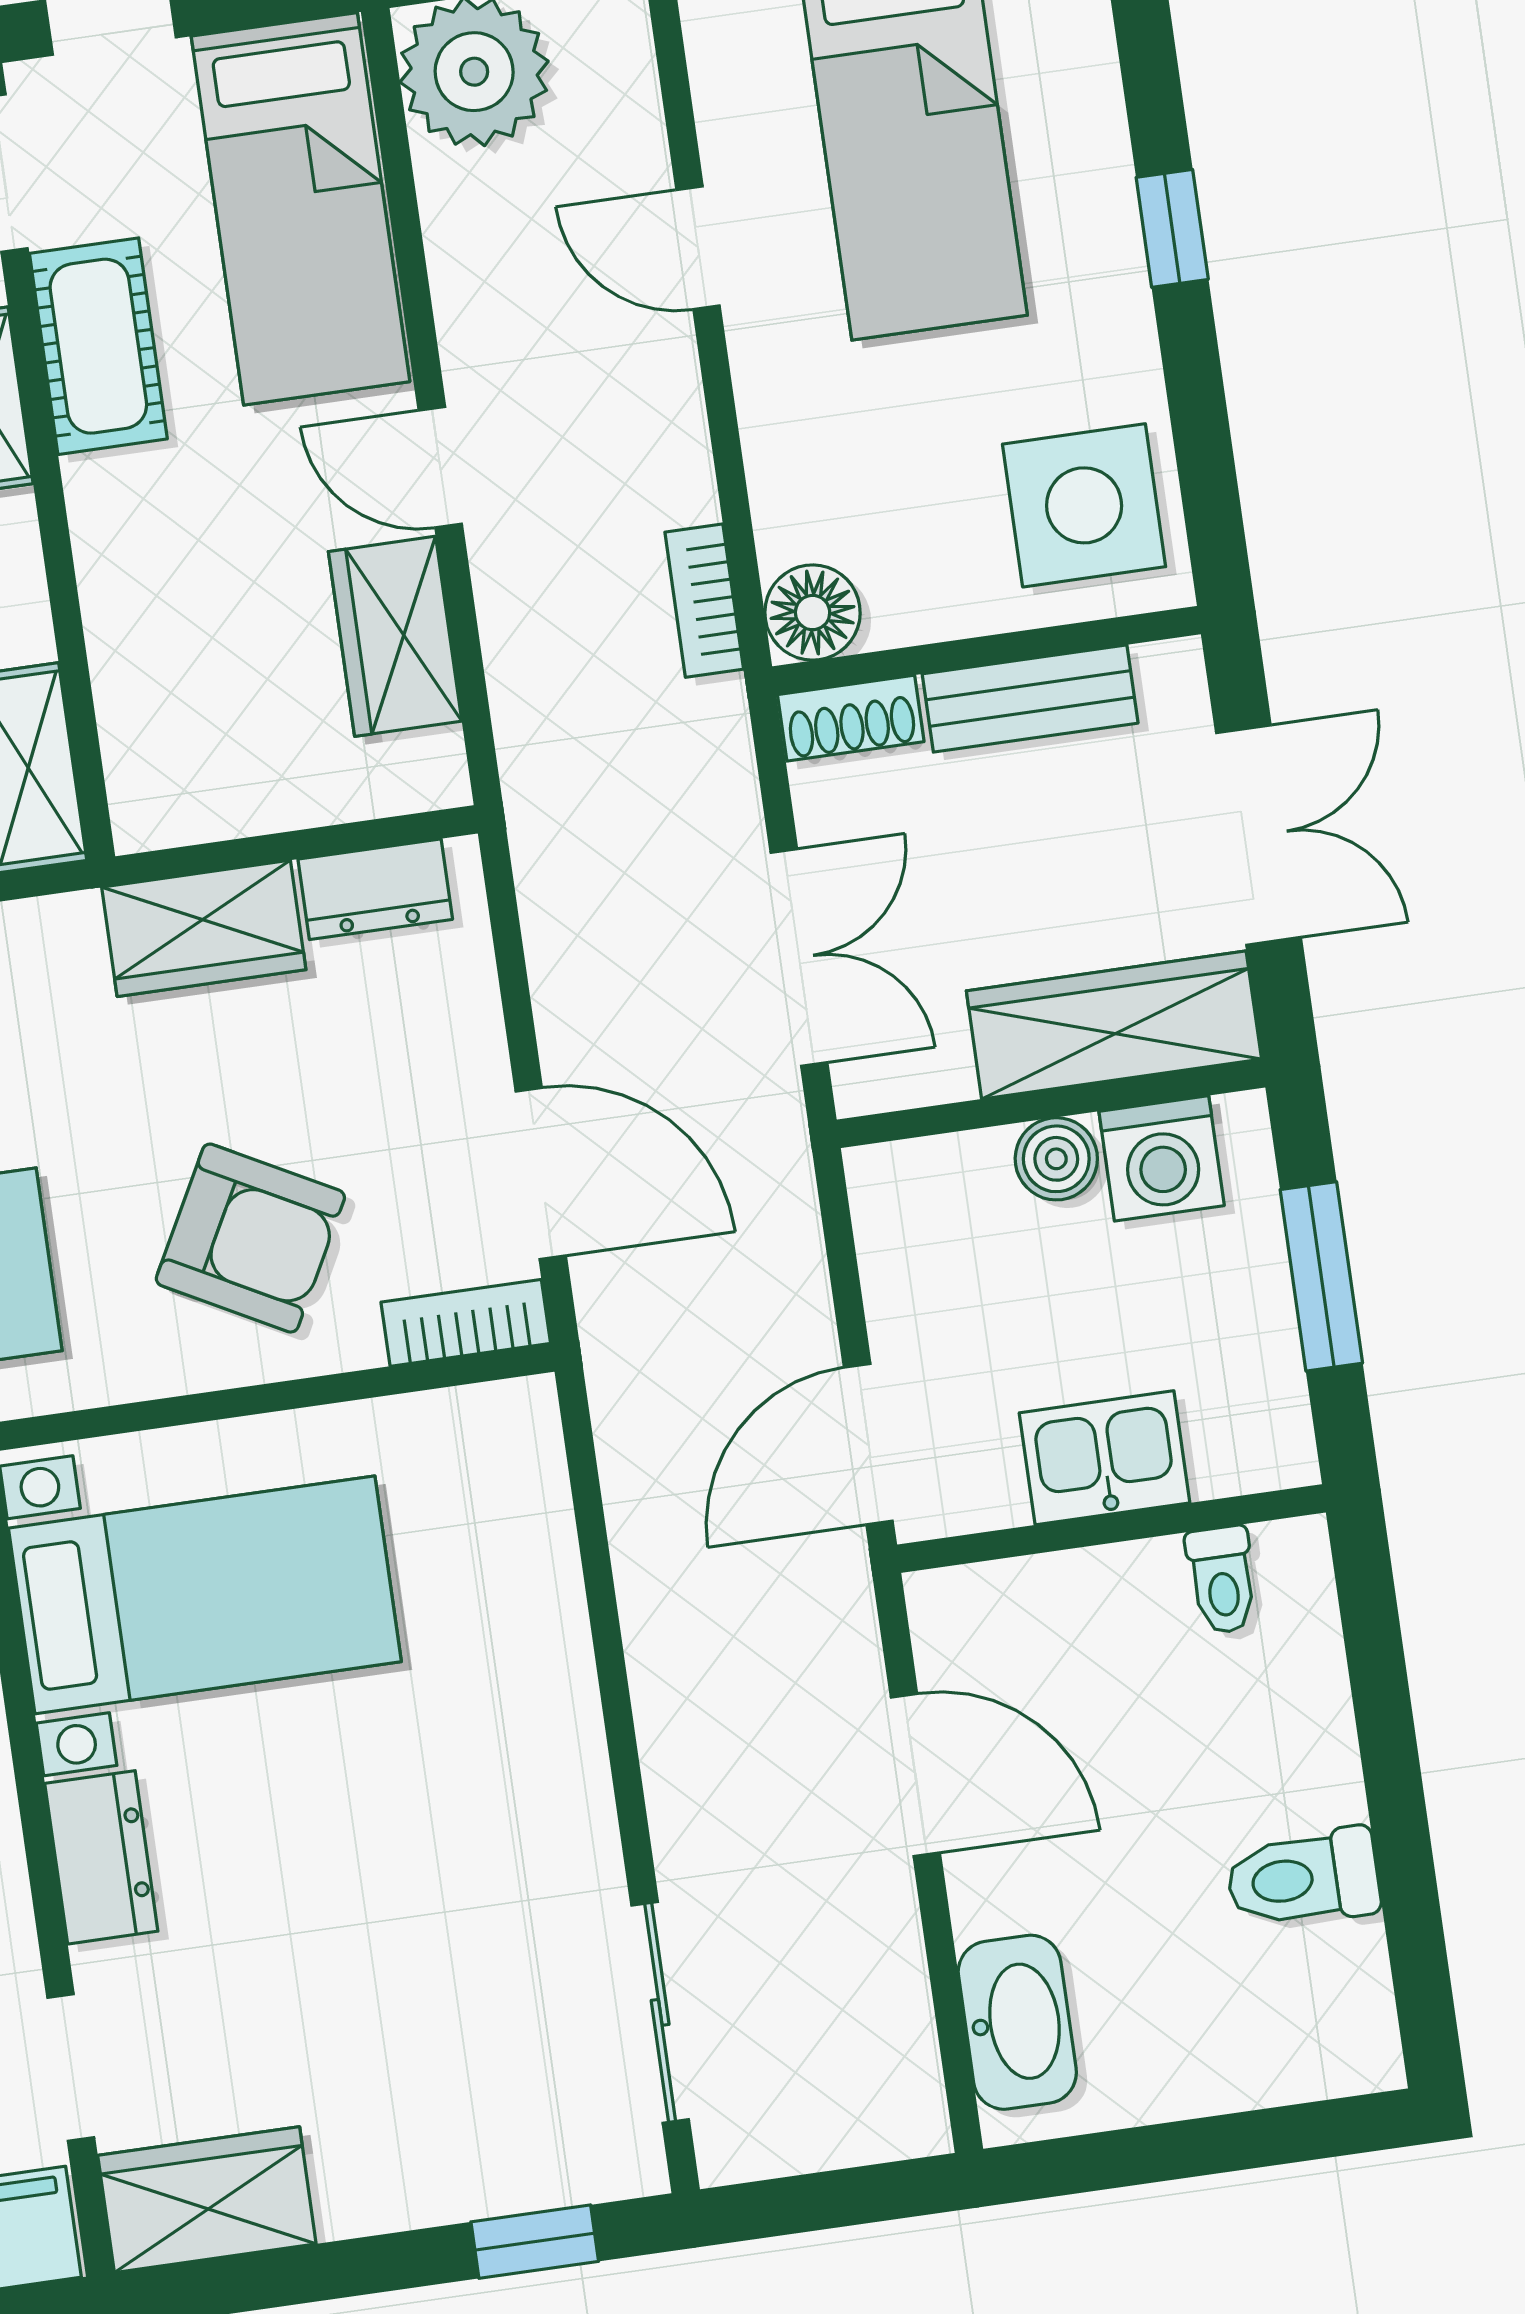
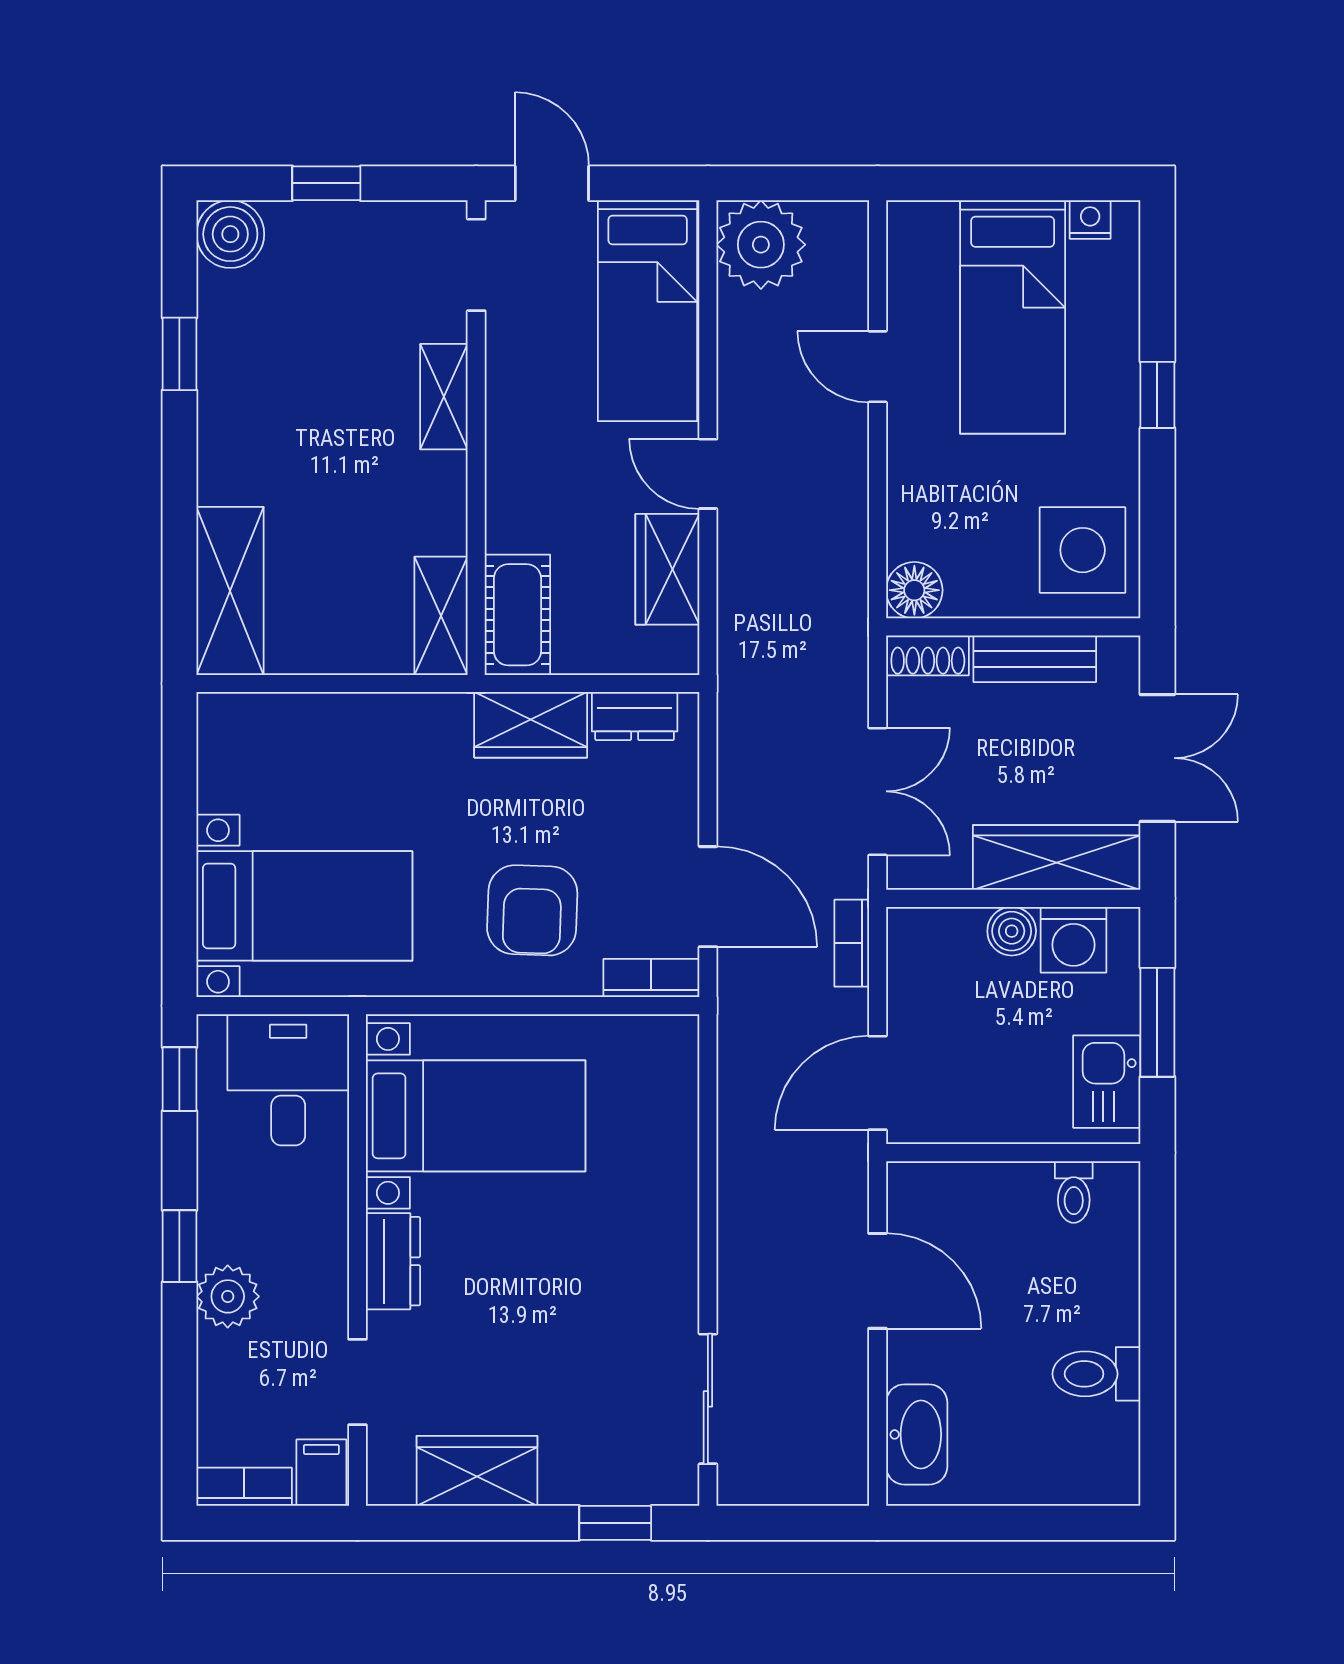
cot: (98, 346) -> (517, 615), moved
bookcase: (704, 601) -> (852, 943), moved
armchair: (250, 1238) -> (532, 910), turned 64
kitchen sink: (1105, 1458) -> (1107, 1082), moved, turned -90
wardrobe: (207, 2200) -> (477, 1471), moved

